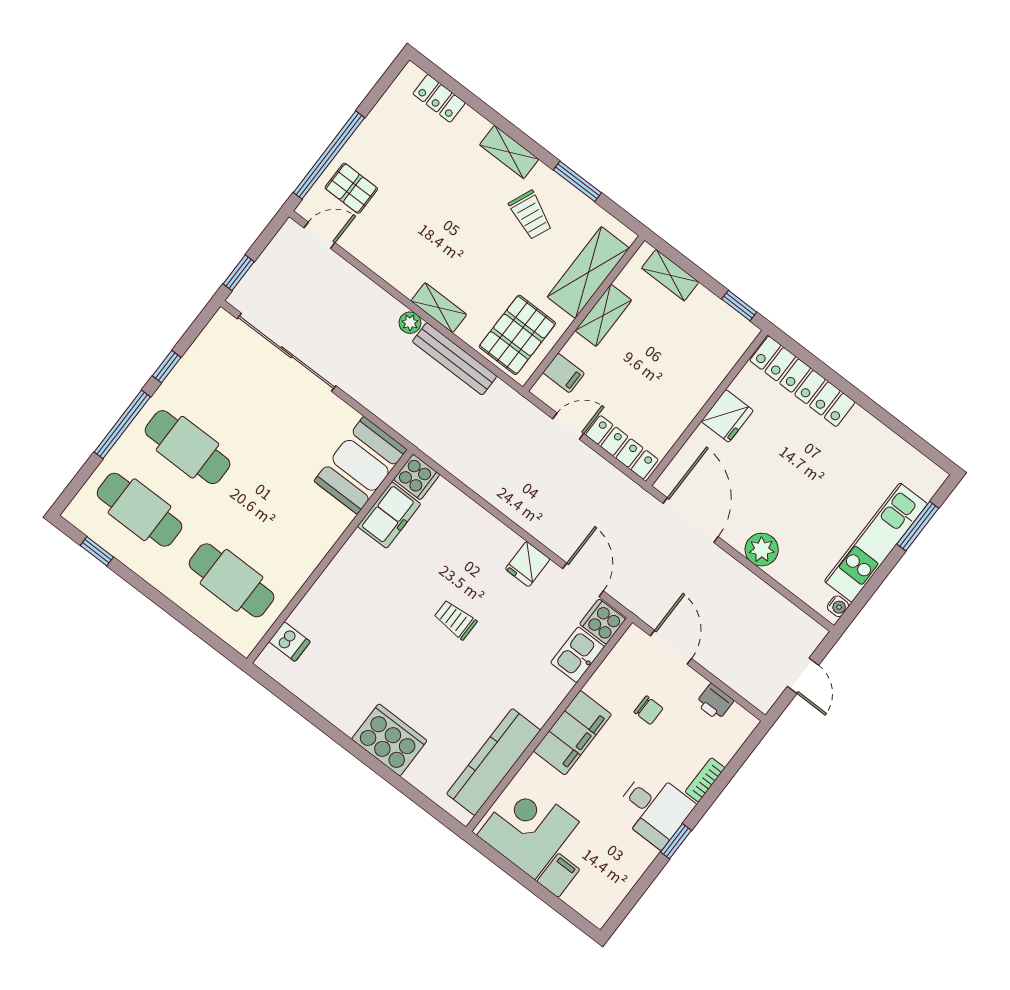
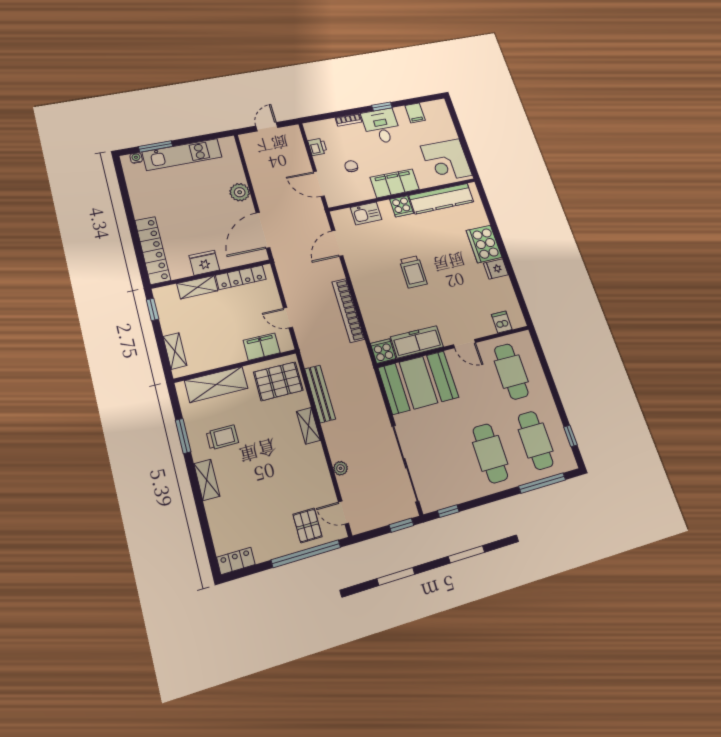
locker: (439, 98) -> (236, 561), moved, turned -90
trolley: (530, 215) -> (222, 437), turned 67
shelving: (603, 315) -> (197, 287), moved
plant: (410, 323) -> (341, 468), moved
window: (167, 367) -> (448, 511), moved
filing cabinet: (564, 373) -> (262, 347), width x2.00
window: (122, 424) -> (542, 483), moved
locker: (622, 447) -> (241, 277), moved, turned -90
booth: (361, 465) -> (418, 382), width x1.36, depth x1.42
bookcase: (500, 497) -> (348, 310), added
freezer: (389, 515) -> (417, 342), width x1.40
fridge: (528, 564) -> (496, 269), moved, turned 180
door: (319, 571) -> (464, 344), added
water cooler: (838, 606) -> (136, 158), moved
trolley: (455, 620) -> (413, 272), width x1.36, depth x1.39
cooker: (603, 622) -> (402, 206), moved
door: (671, 647) -> (319, 184), hinge flipped
filing cabinet: (558, 875) -> (415, 113), moved, turned -90

